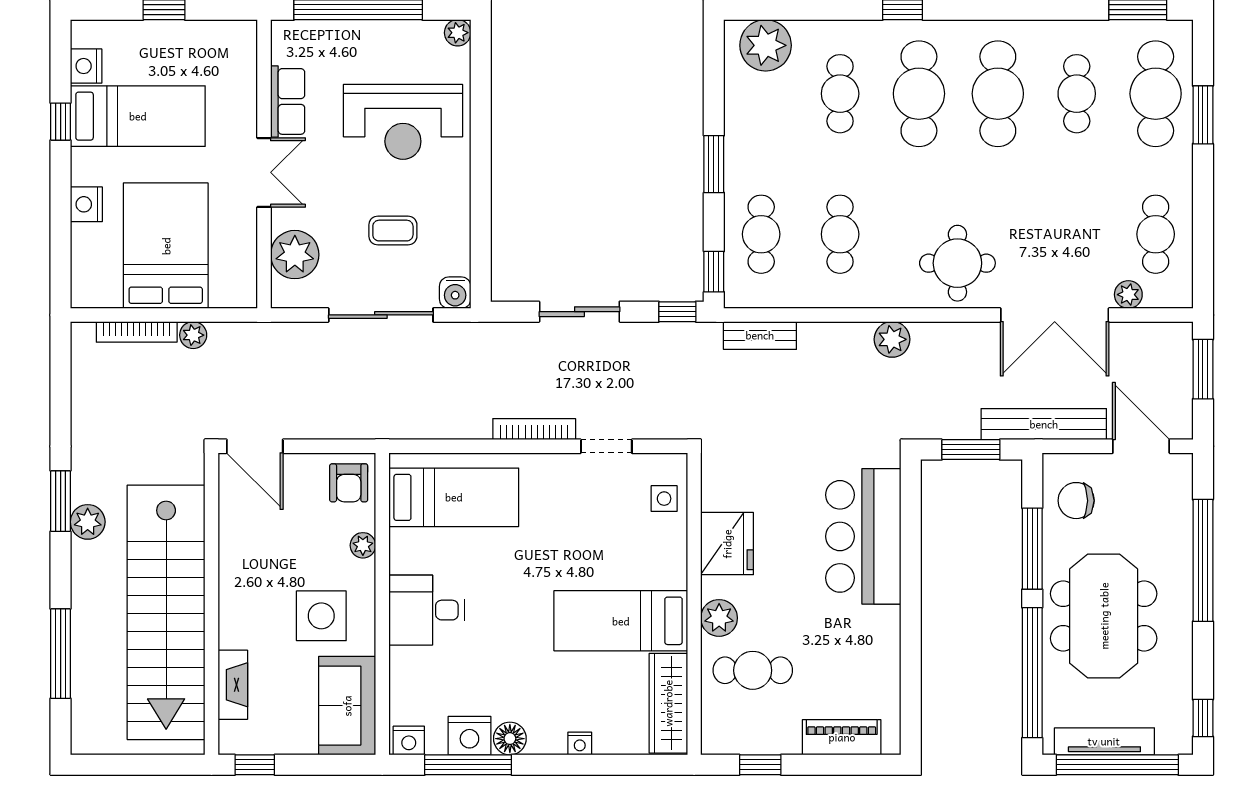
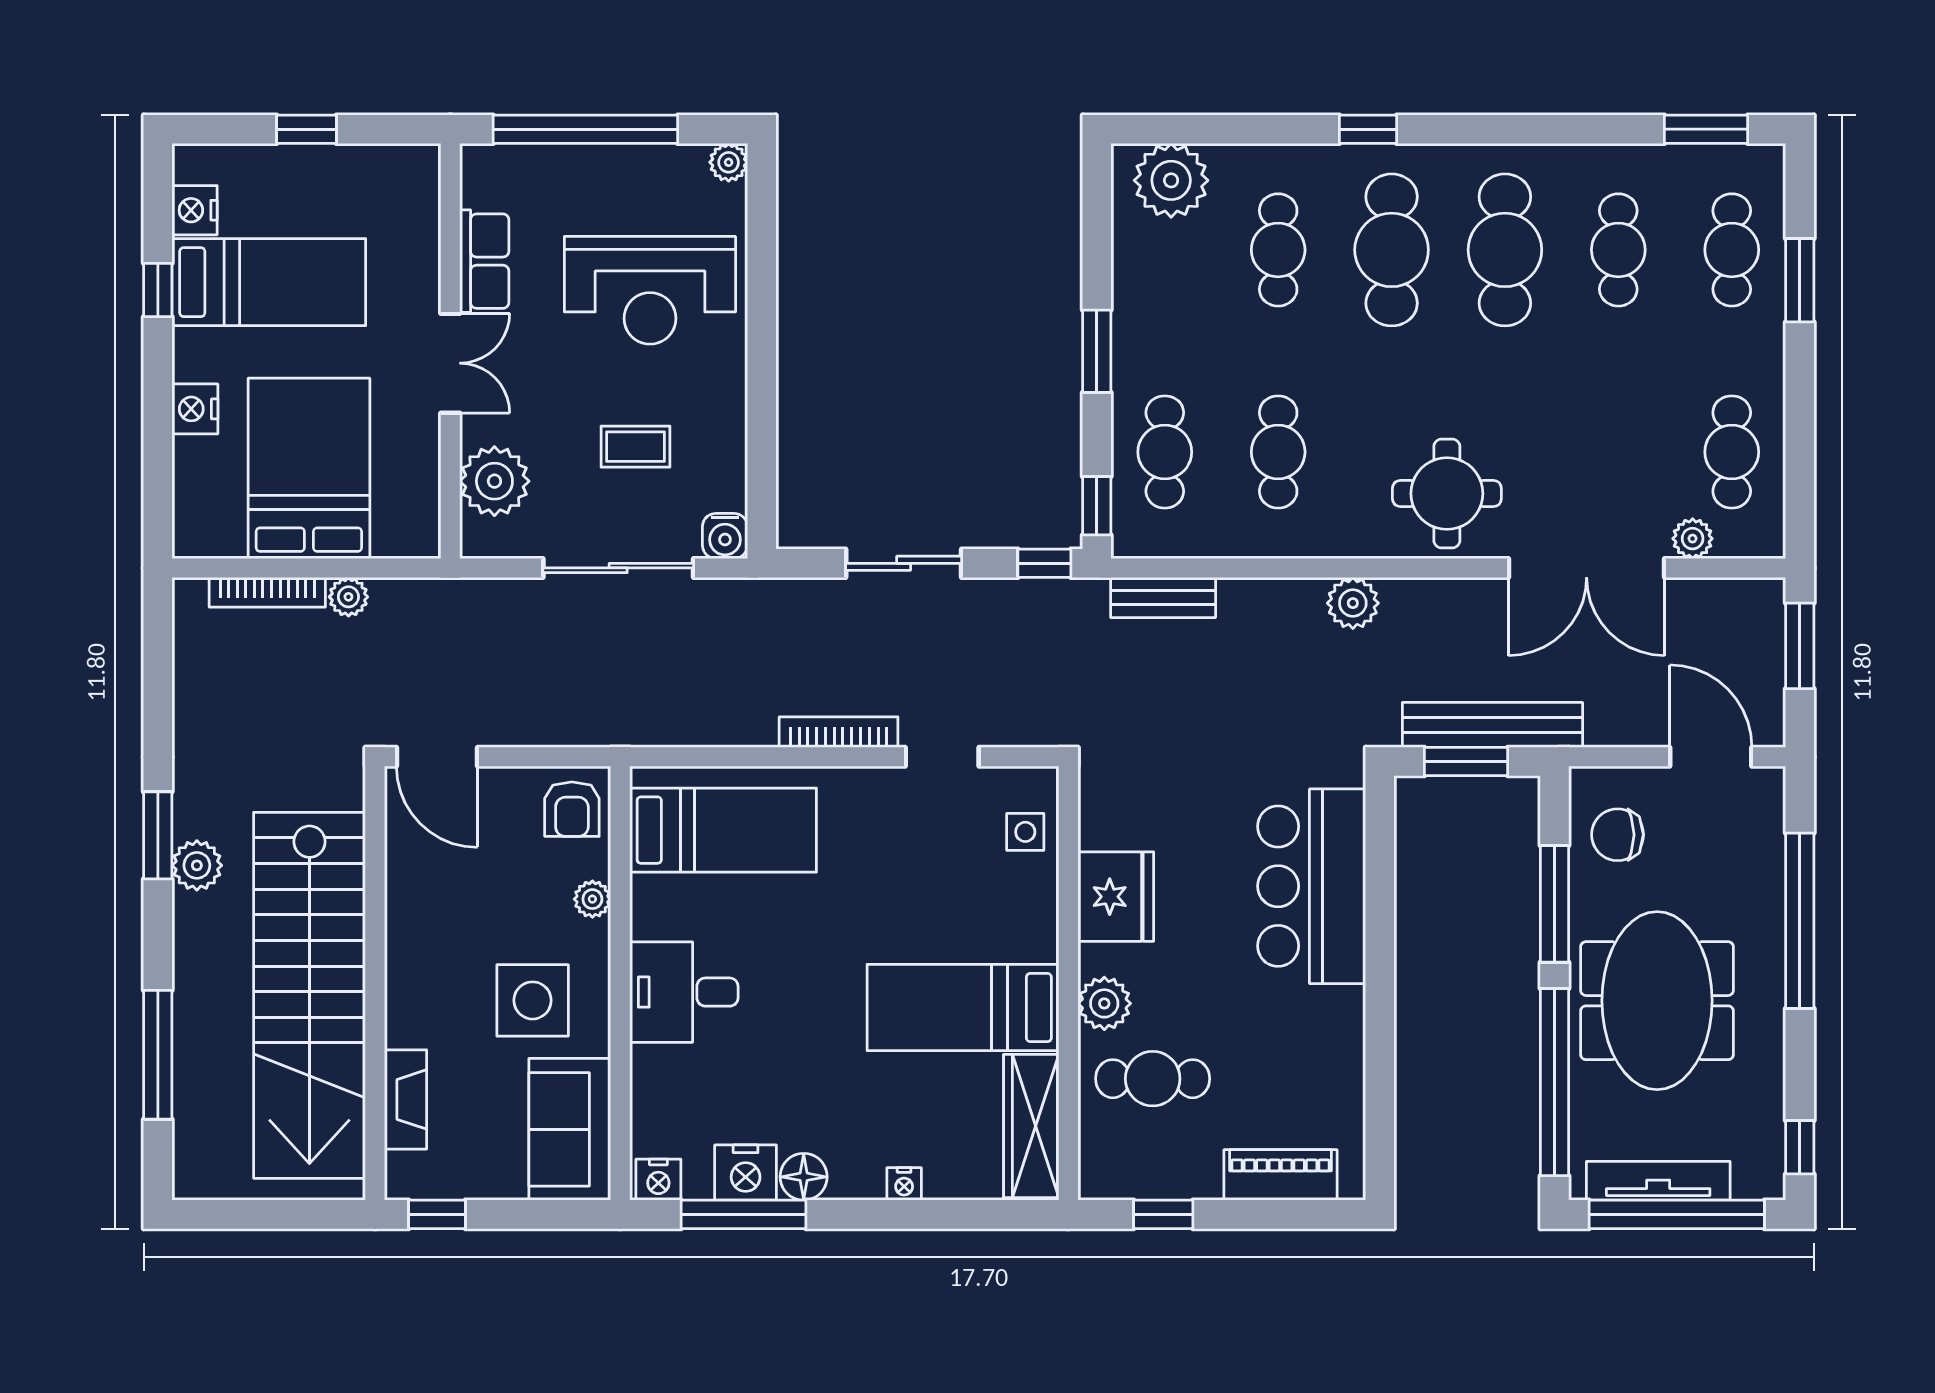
cafe table: (1156, 94) -> (1732, 250), width x0.73, depth x0.74
bench: (1044, 424) -> (1492, 725), moved

